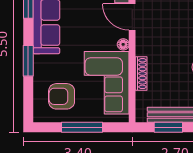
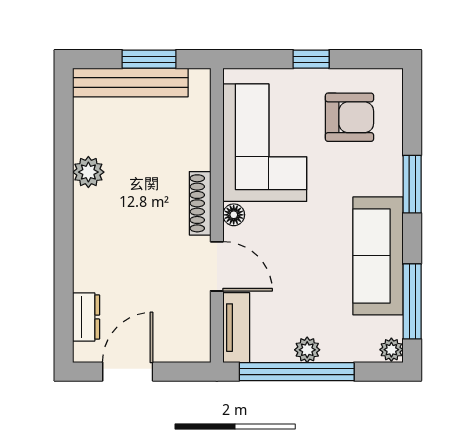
shoe rack: (141, 74) -> (200, 203), moved
window: (82, 127) -> (311, 59), width x0.46

